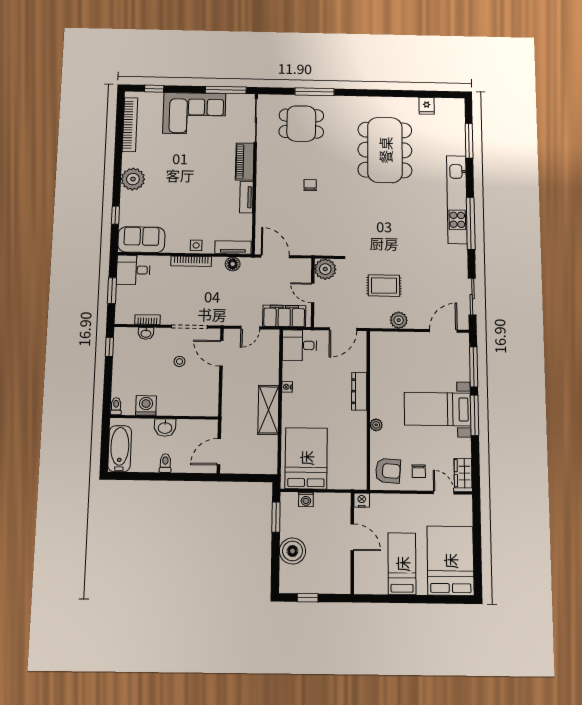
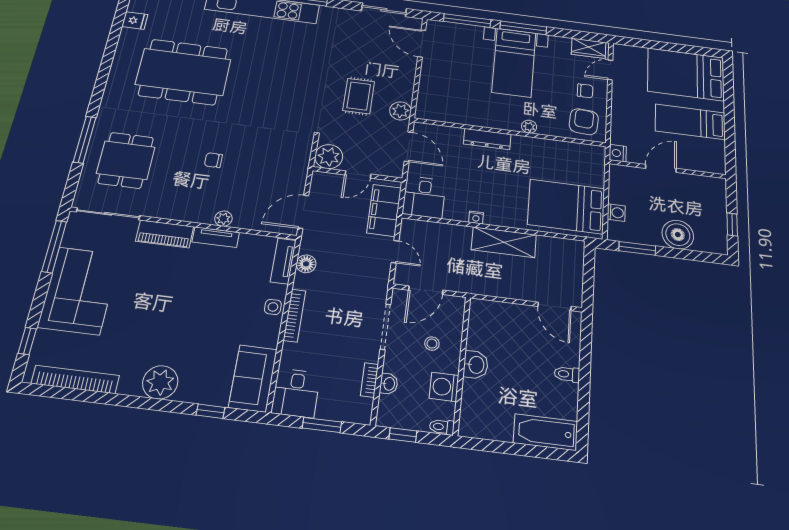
plant: (262, 200) -> (223, 219), added
plant: (399, 320) -> (400, 111), moved
washing machine: (146, 405) -> (444, 387), moved
toilet: (116, 406) -> (442, 427), moved
wall: (164, 417) -> (462, 365), moved
washbasin: (165, 428) -> (476, 365), moved

